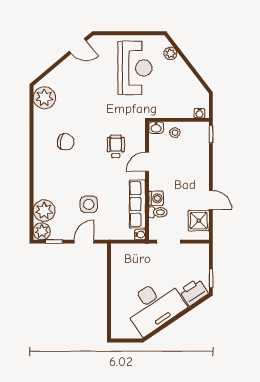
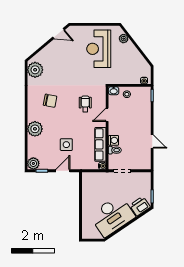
reception desk: (135, 68) -> (99, 49), turned 180
plant: (44, 211) -> (35, 129), moved
shower: (199, 221) -> (144, 156), removed

